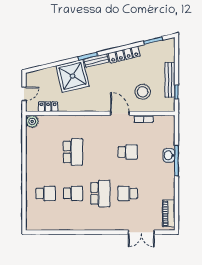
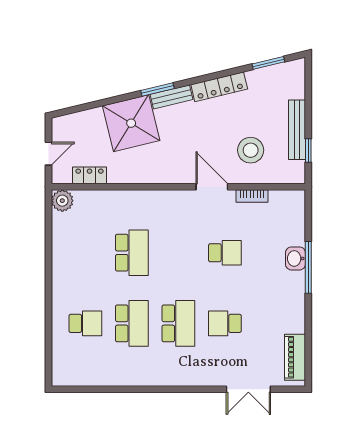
school desk: (73, 193) -> (132, 323), width x1.85

